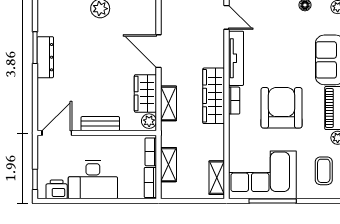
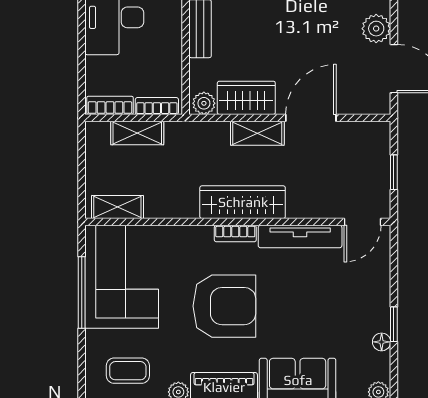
shelving: (169, 103) -> (257, 133), moved

